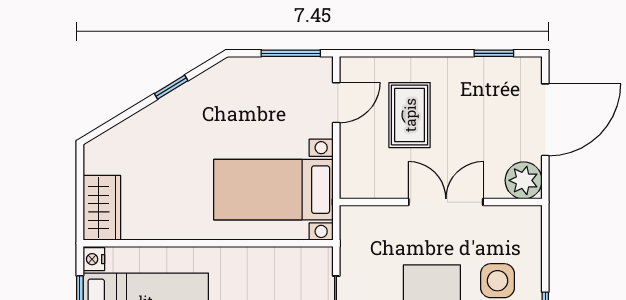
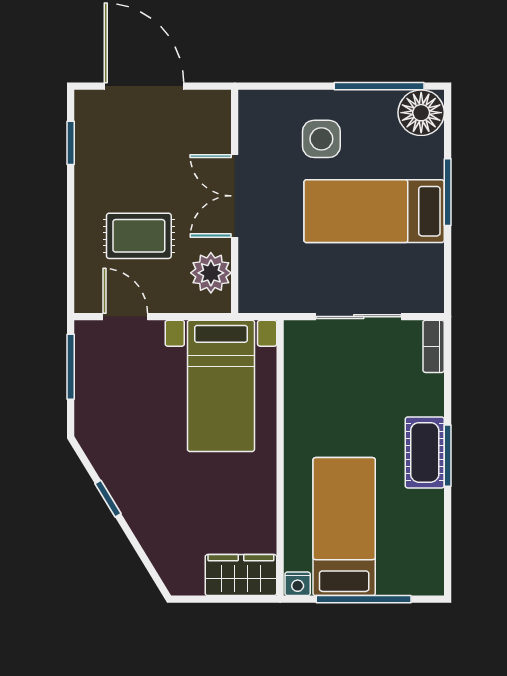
plant: (524, 180) -> (211, 273), moved

